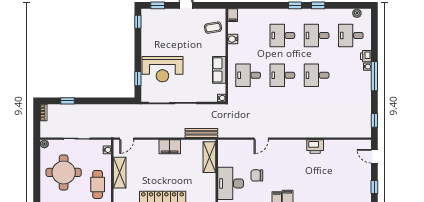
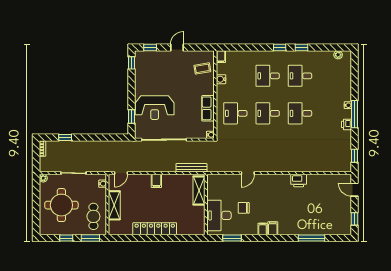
desk: (351, 35) -> (332, 76), removed
printer: (366, 56) -> (346, 124), moved
filing cabinet: (170, 147) -> (156, 181), width x0.50

